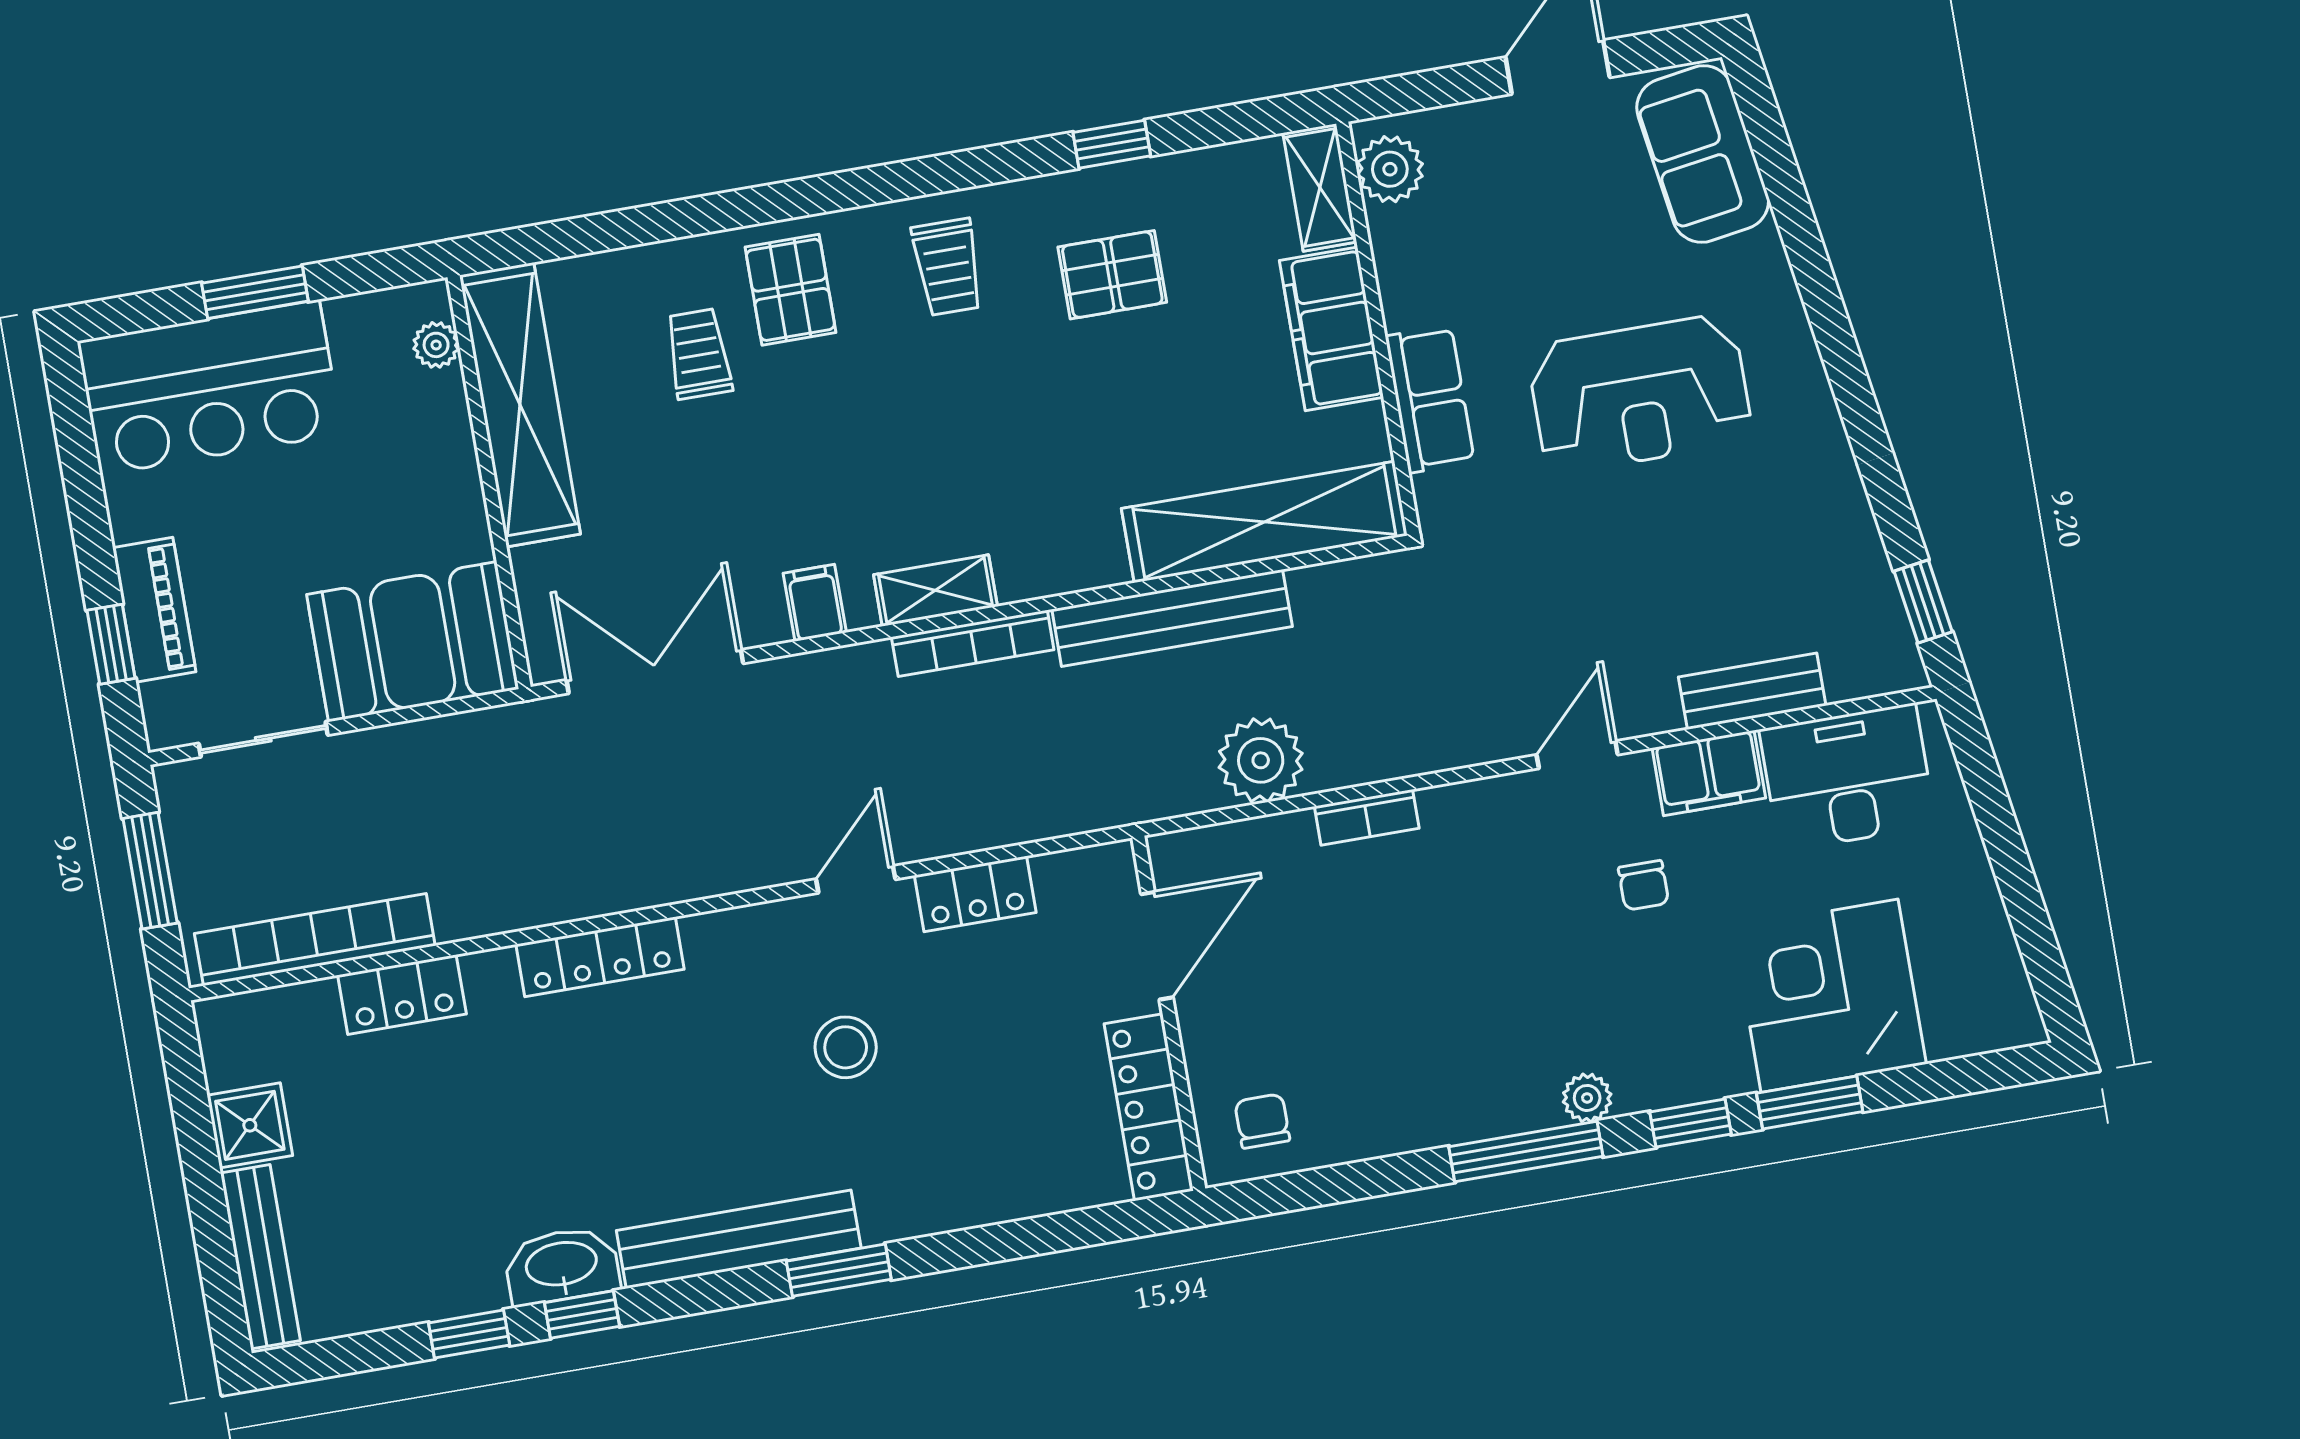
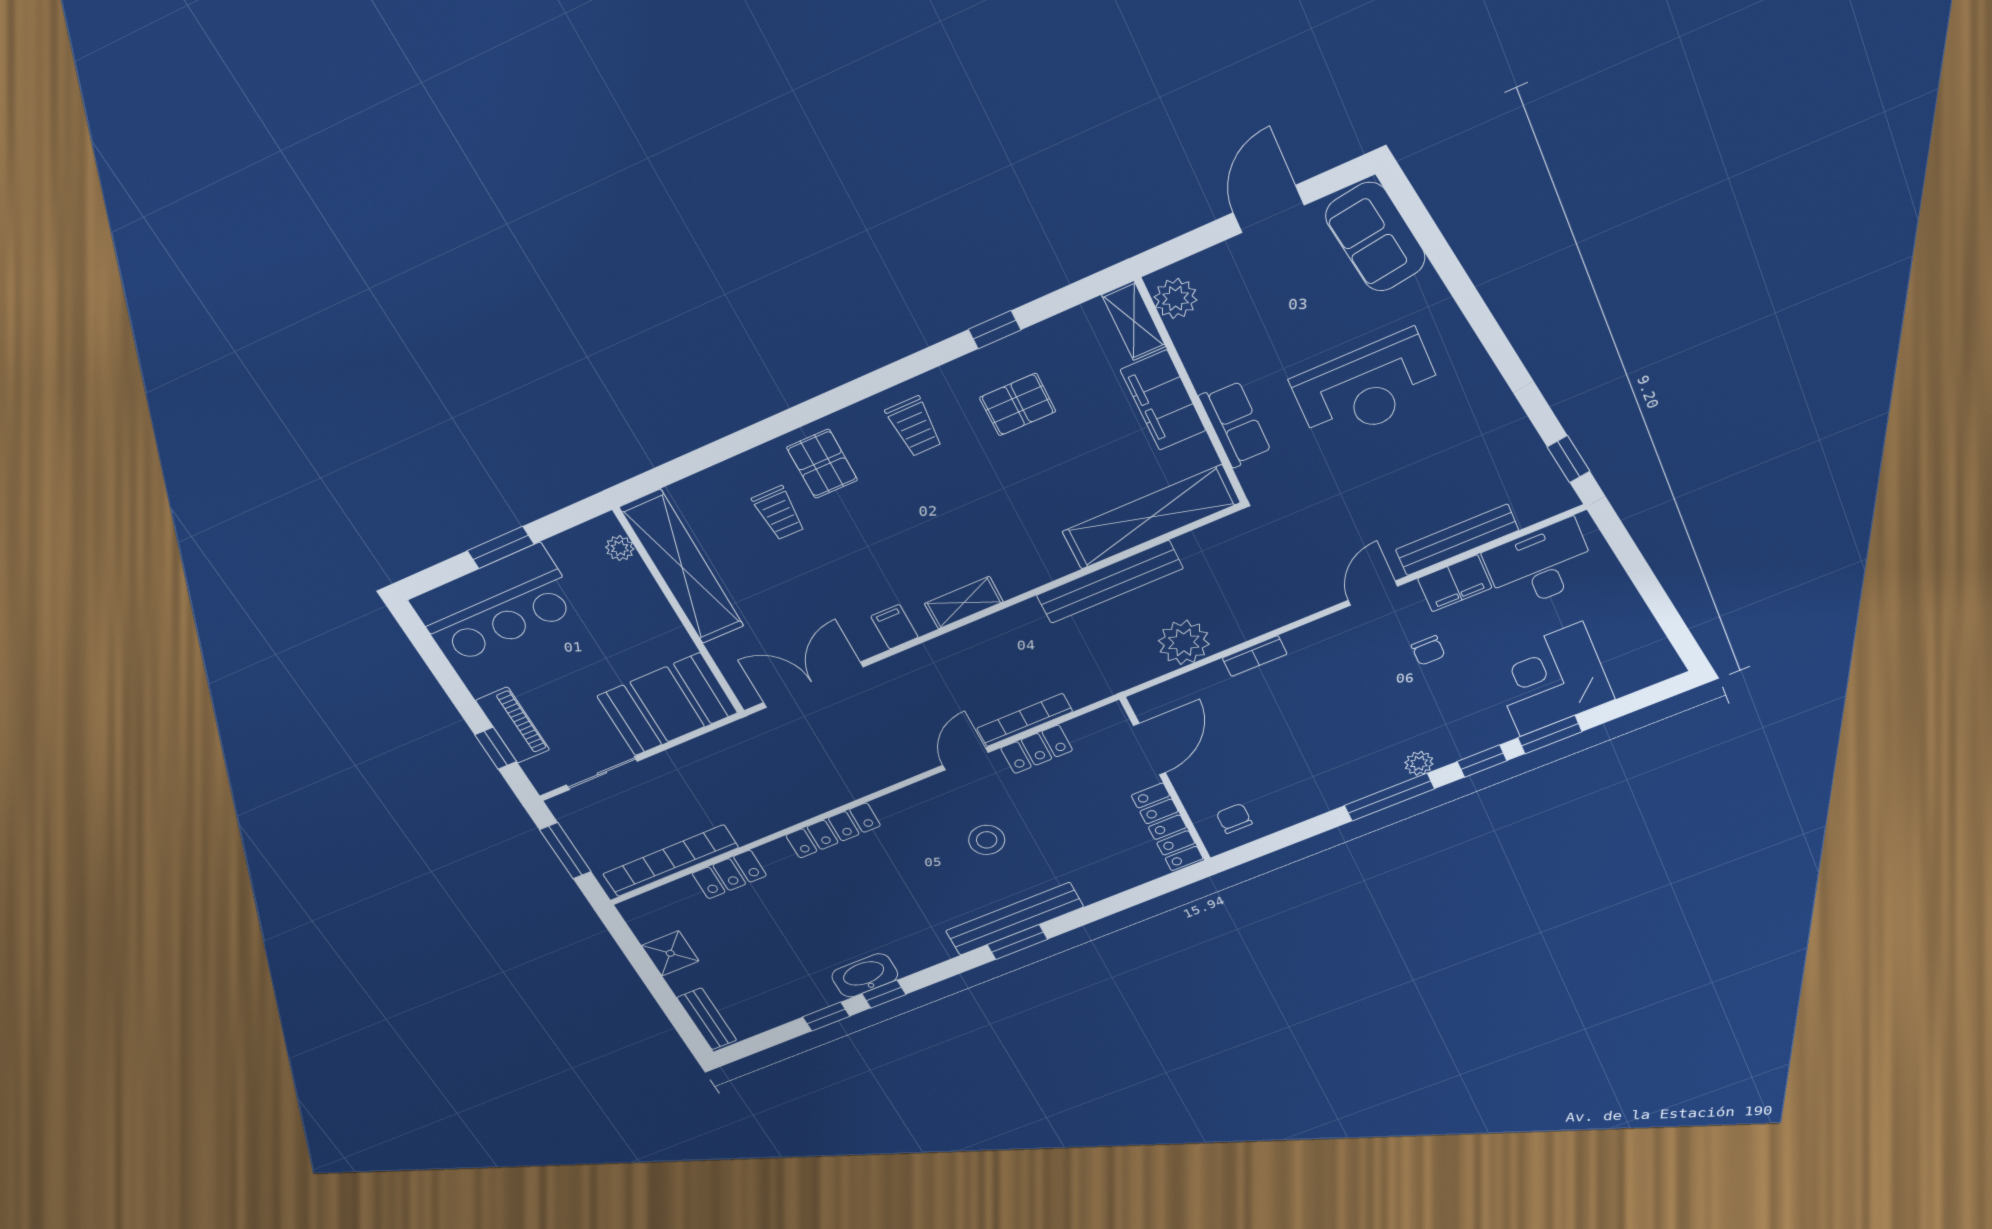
trolley: (699, 354) -> (779, 513), turned 180
bookcase: (973, 643) -> (1025, 720), moved, turned 180
bench: (1752, 691) -> (1457, 540), width x1.36
bench: (739, 1239) -> (1015, 919), moved
bench: (260, 1257) -> (707, 1019), width x0.73

